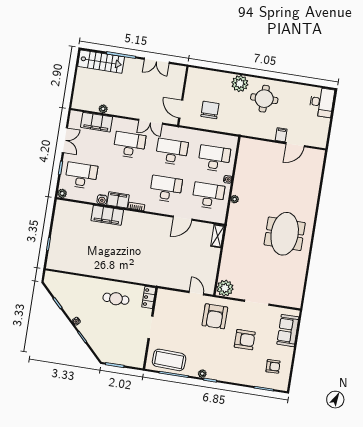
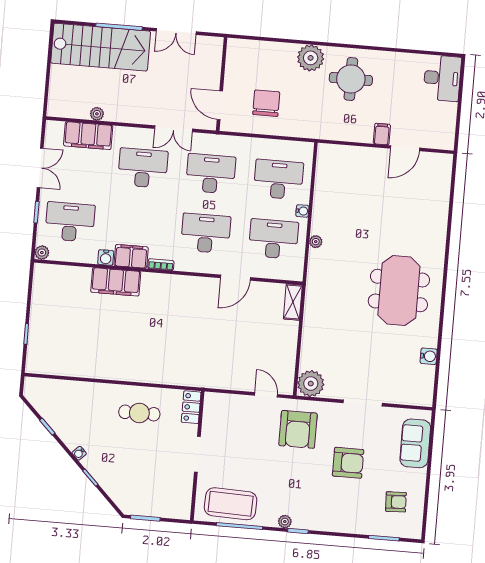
stairs: (101, 62) -> (101, 47), width x1.36, depth x1.51
water cooler: (300, 276) -> (429, 356), added

